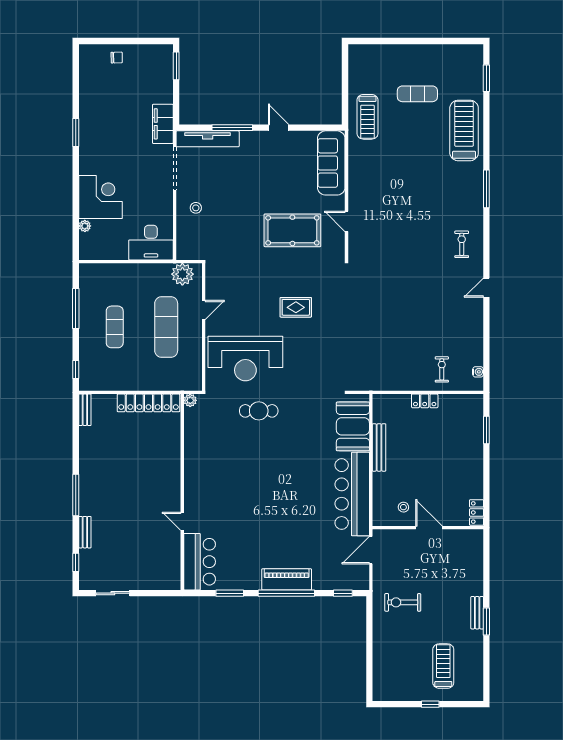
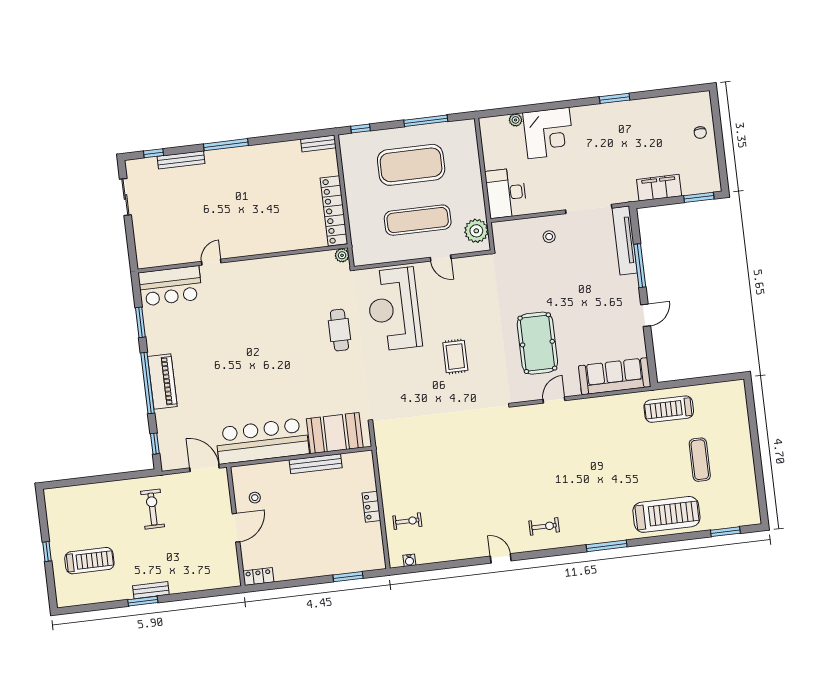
filing cabinet: (163, 124) -> (659, 188), moved
exercise mat: (115, 327) -> (411, 165), width x2.00, depth x1.45
bench: (85, 532) -> (181, 160), width x1.36

